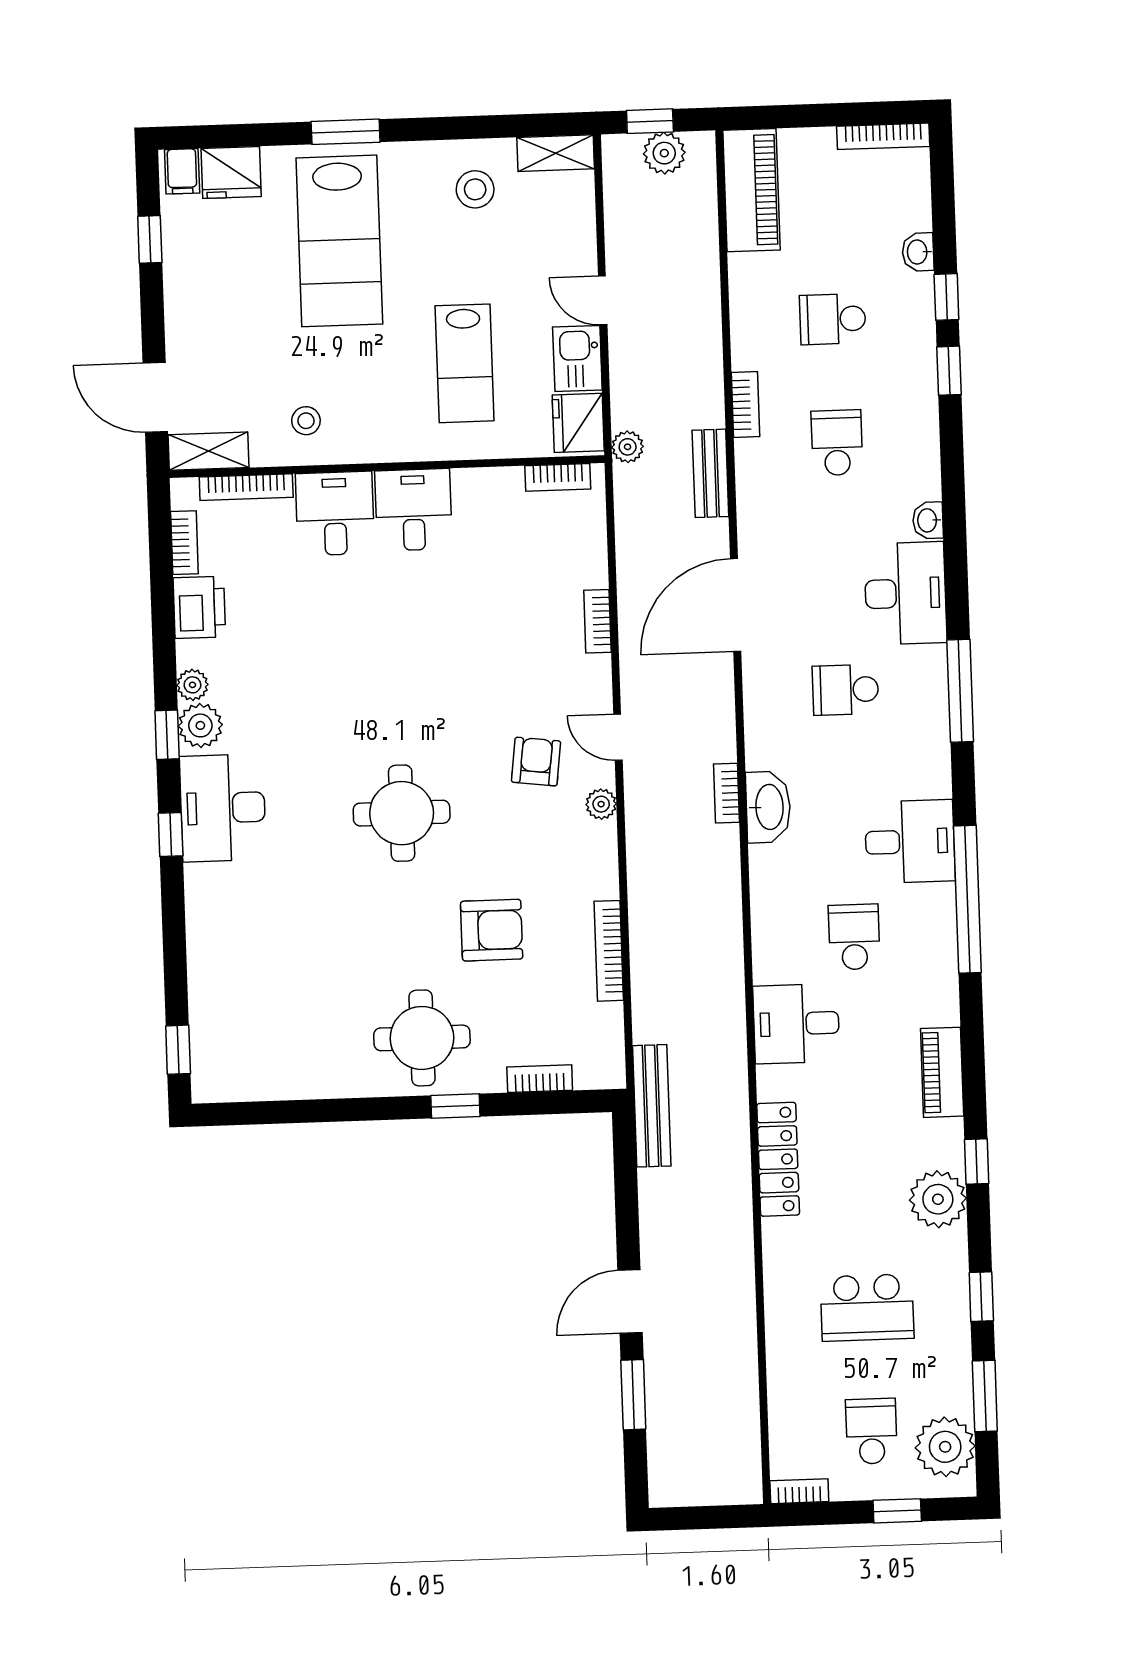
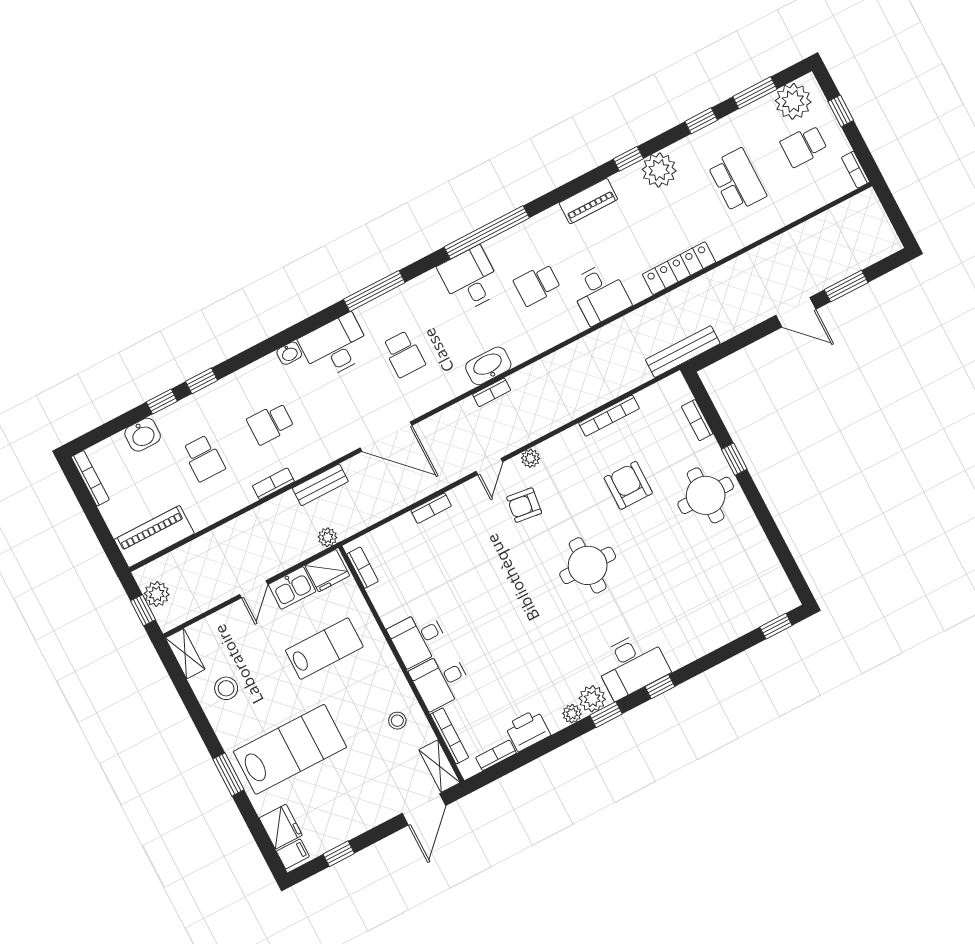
washbasin: (918, 252) -> (143, 435), width x1.38, depth x1.45

